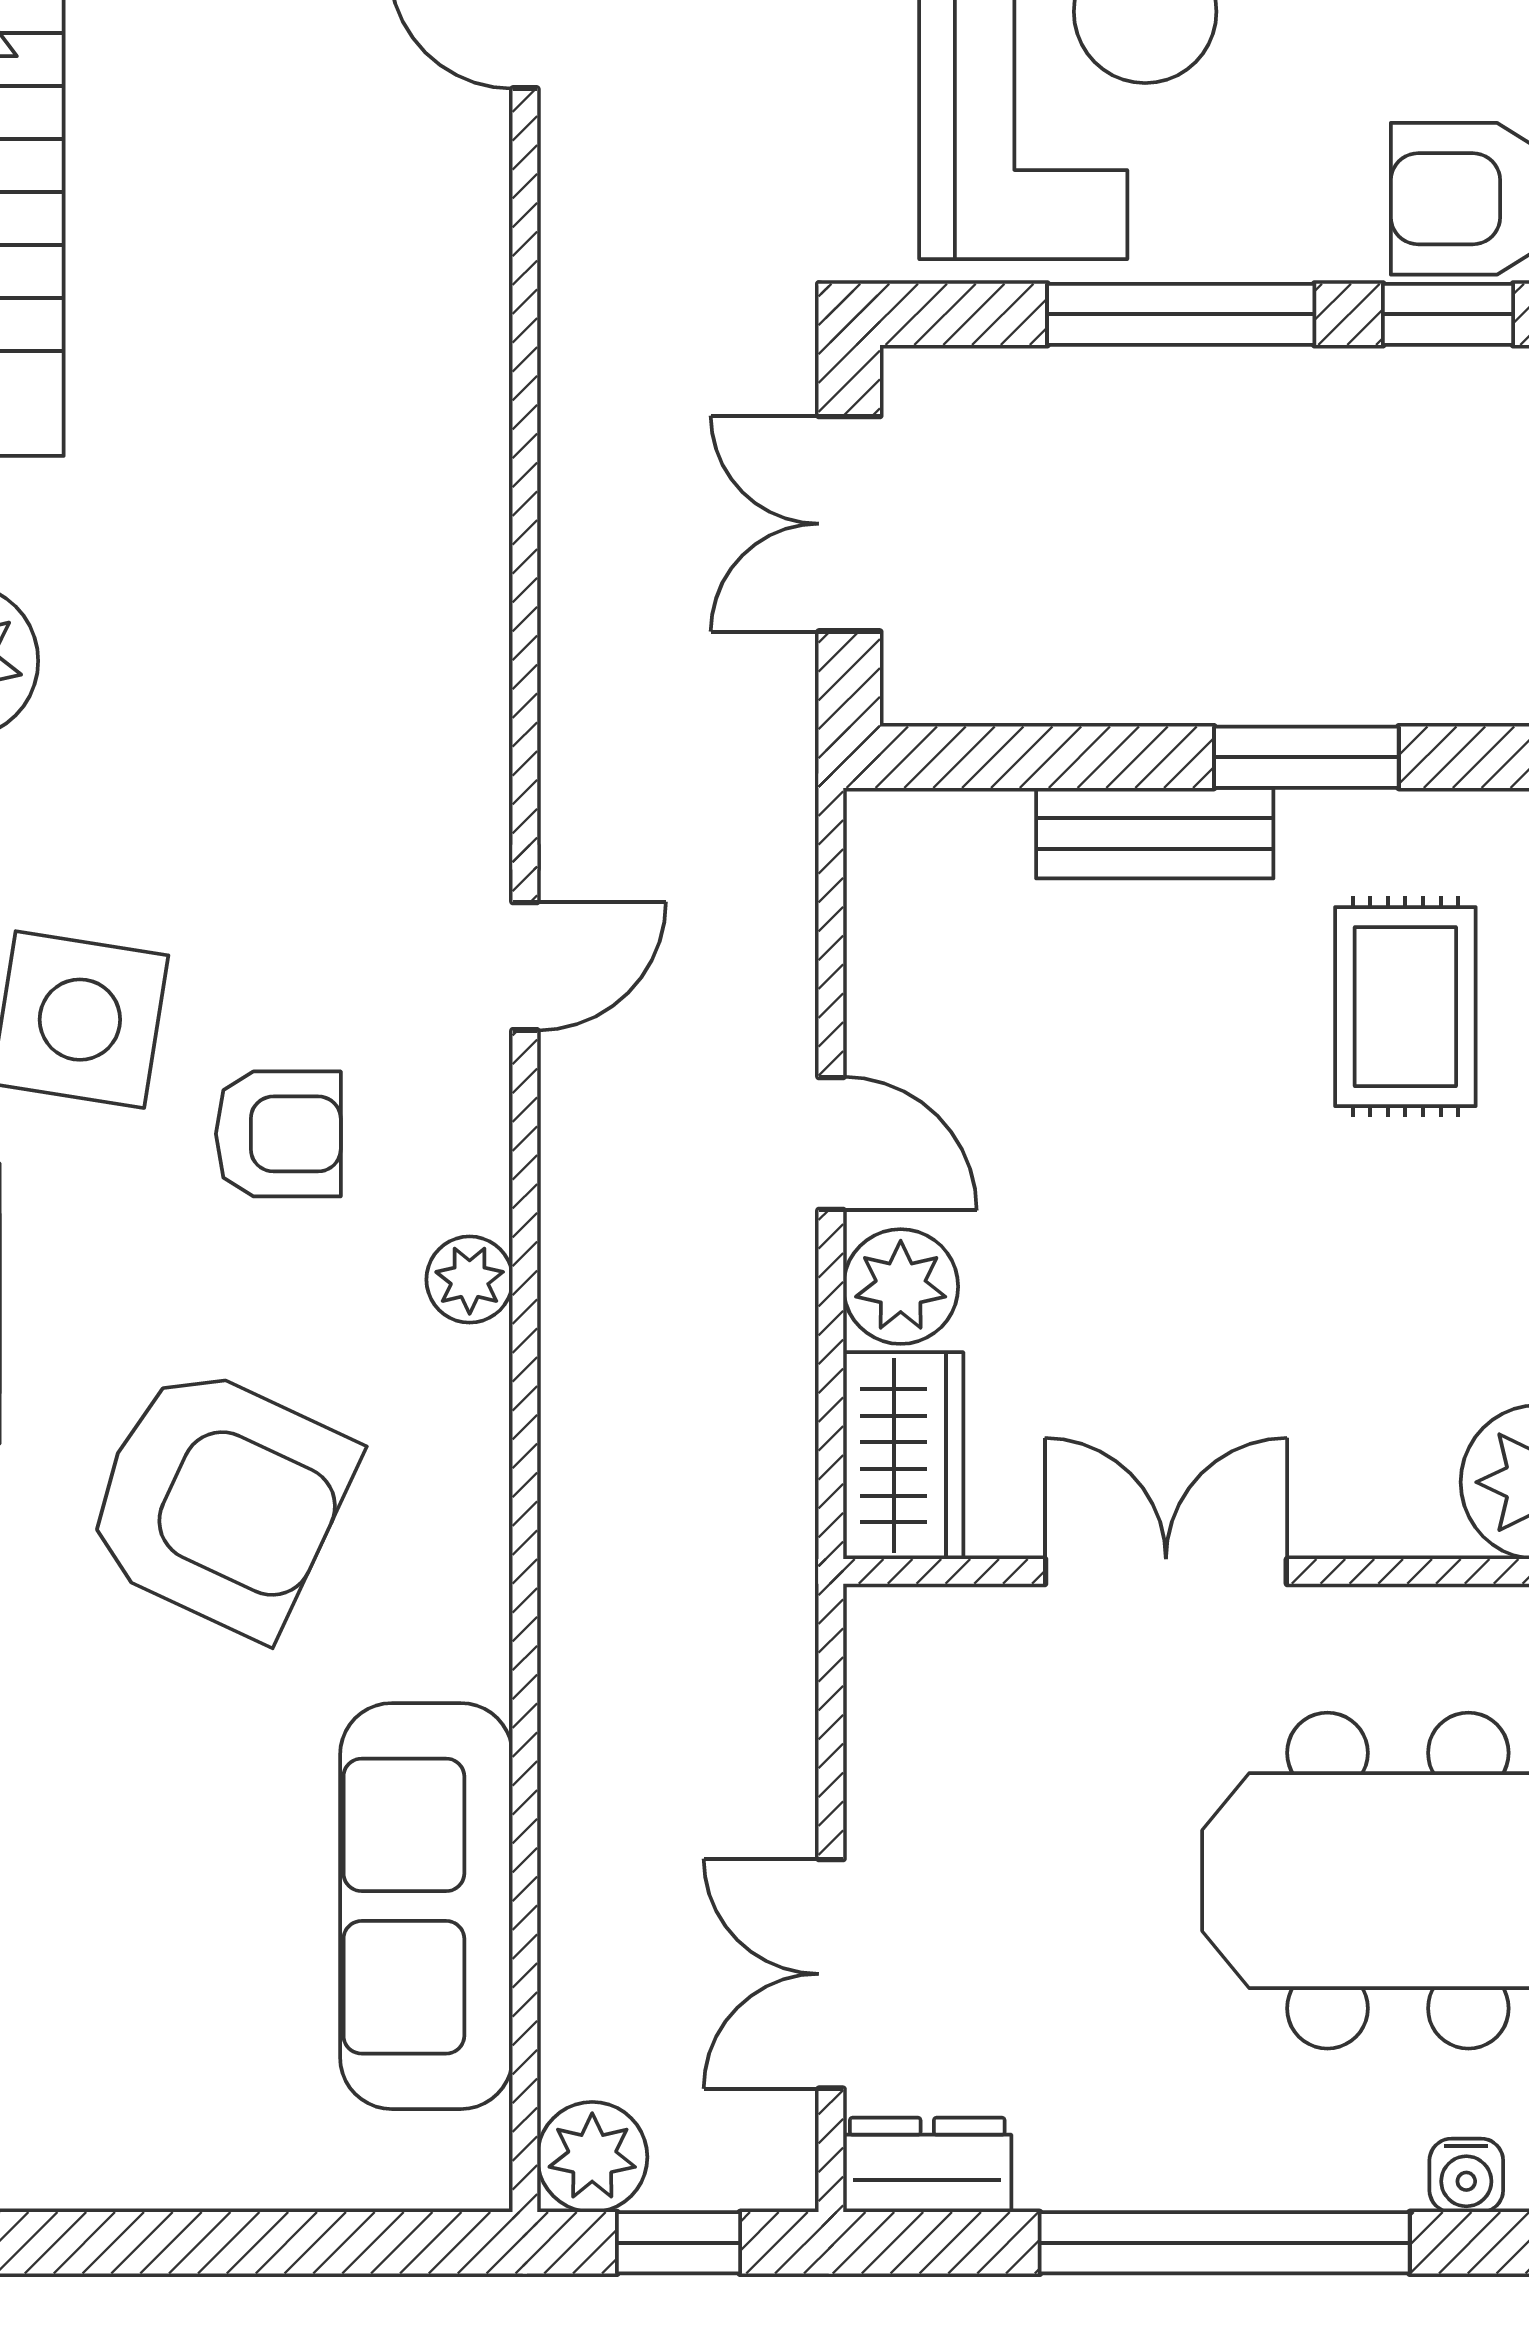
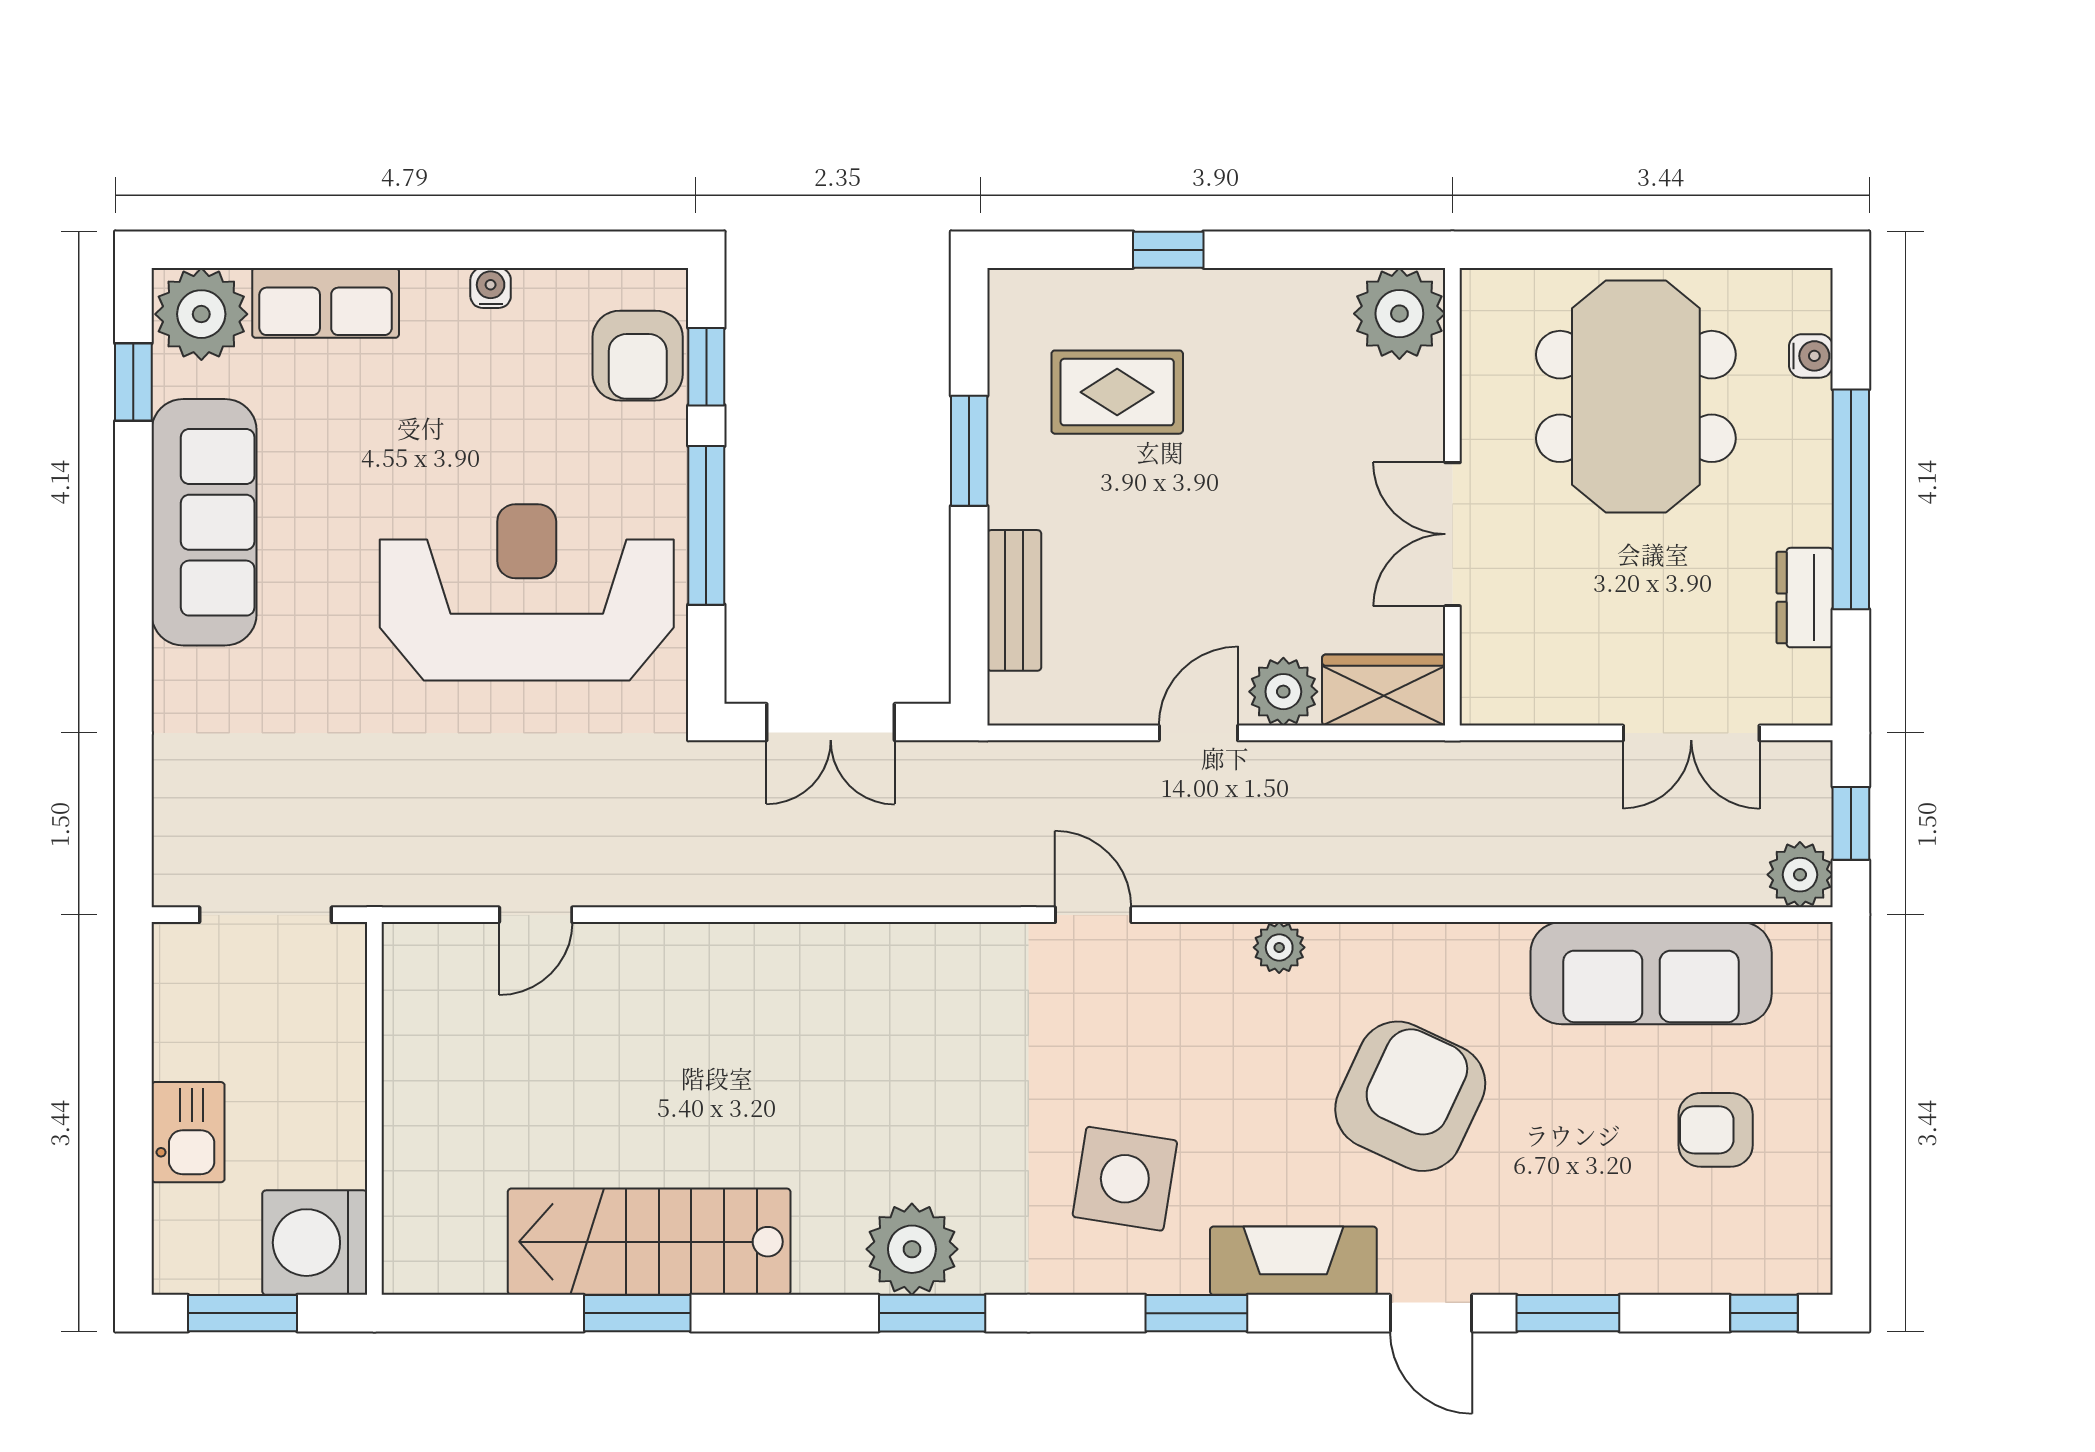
bench: (1155, 833) -> (1014, 600), moved
armchair: (278, 1134) -> (1716, 1130), moved, turned -90
dresser: (927, 2165) -> (1805, 598), moved

